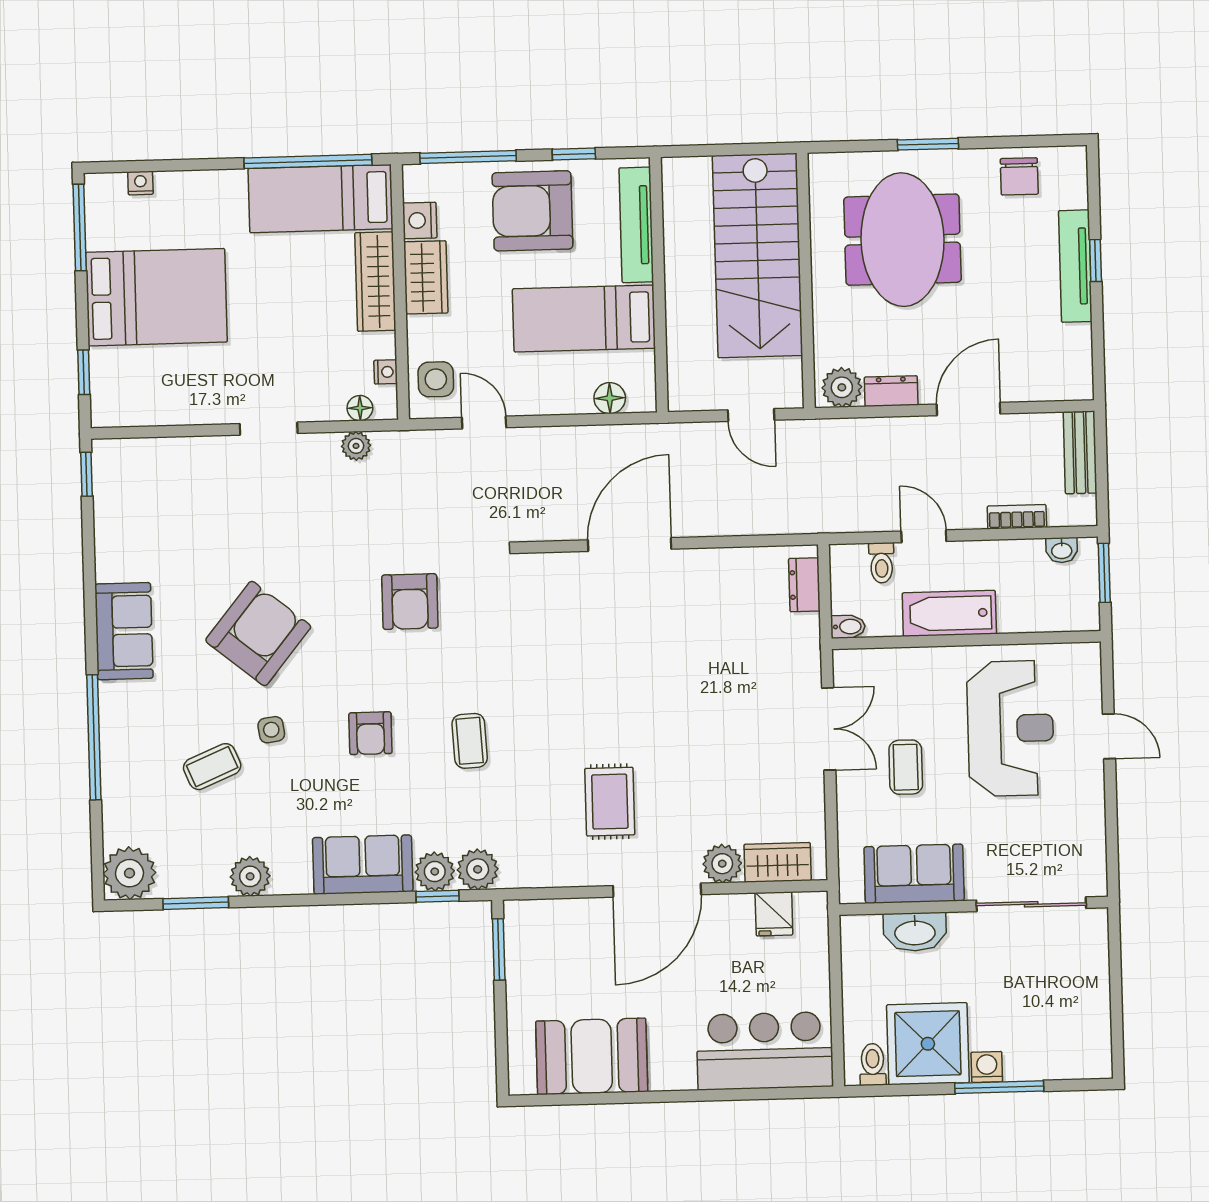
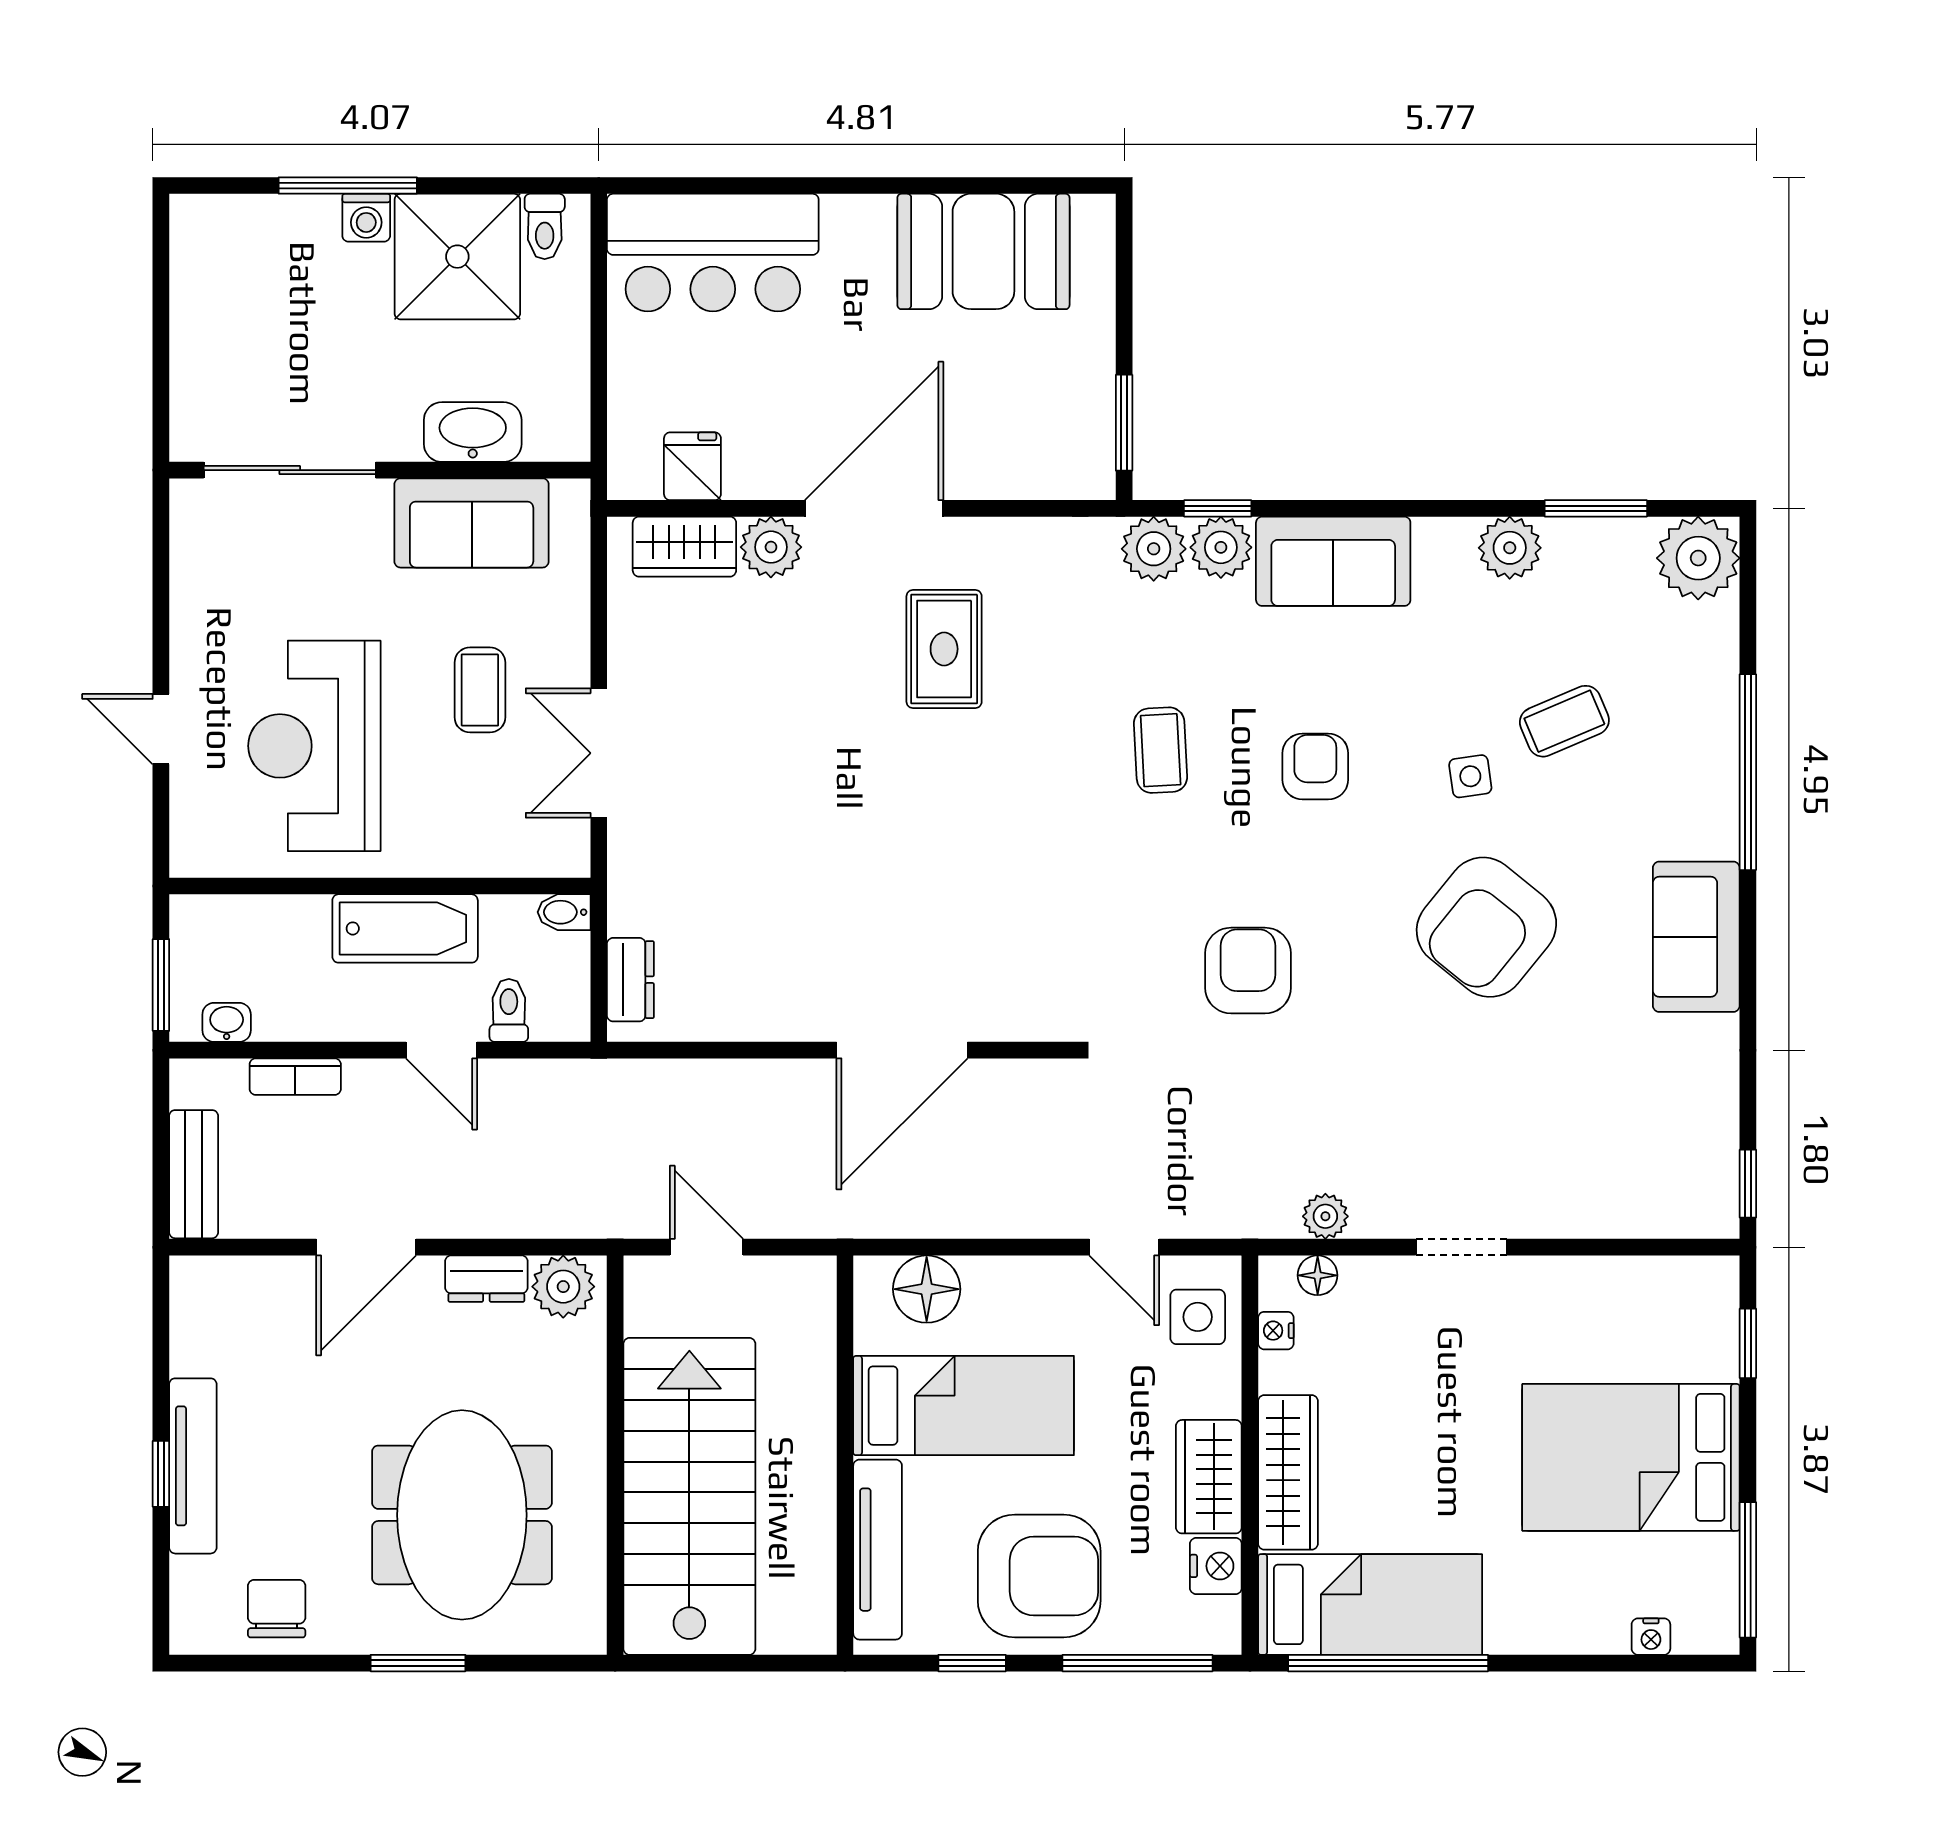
floor lamp: (610, 398) -> (927, 1289), width x1.38, depth x1.38

